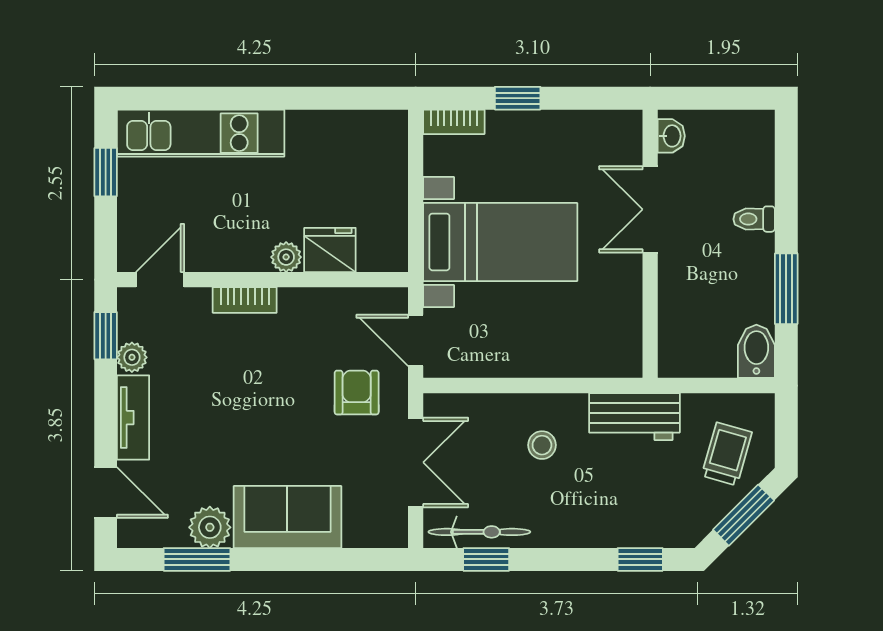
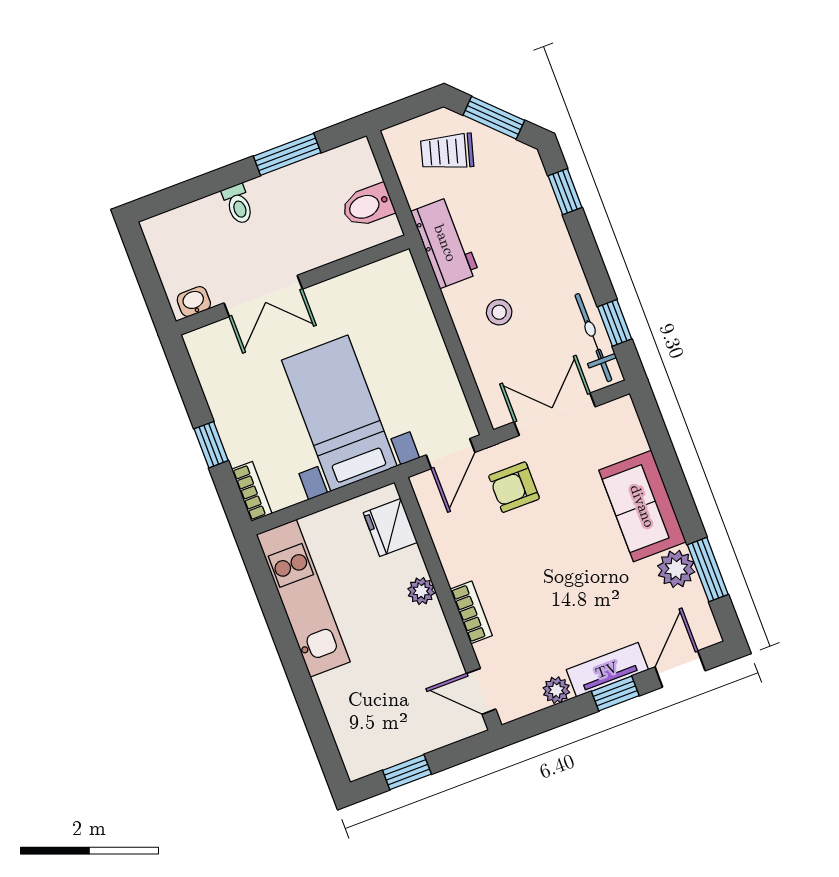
kitchen unit: (201, 133) -> (303, 598), moved
fridge: (330, 250) -> (390, 528), moved
window: (106, 336) -> (615, 693), moved
bidet: (756, 351) -> (367, 206), moved

